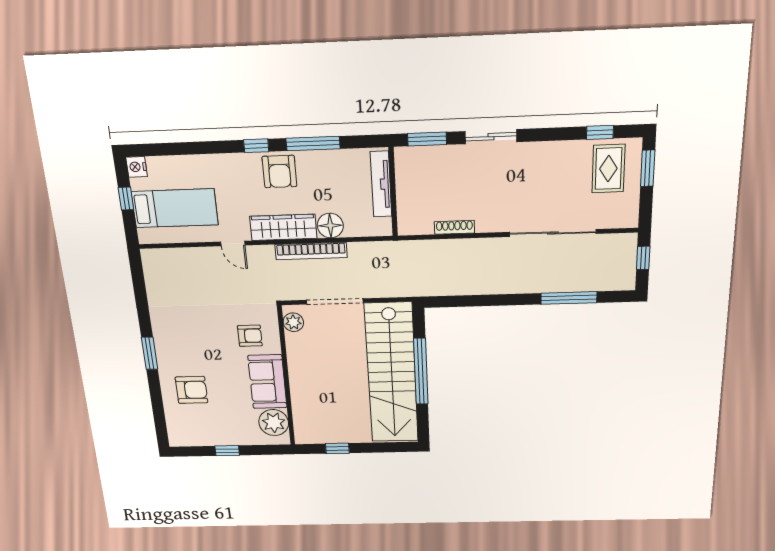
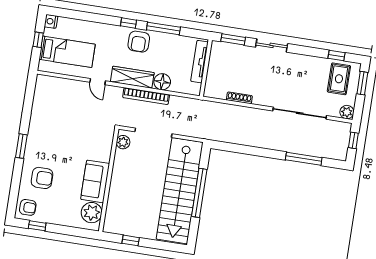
plant: (628, 218) -> (347, 112), added
armchair: (250, 336) -> (28, 207), moved
window: (227, 451) -> (37, 226), moved

